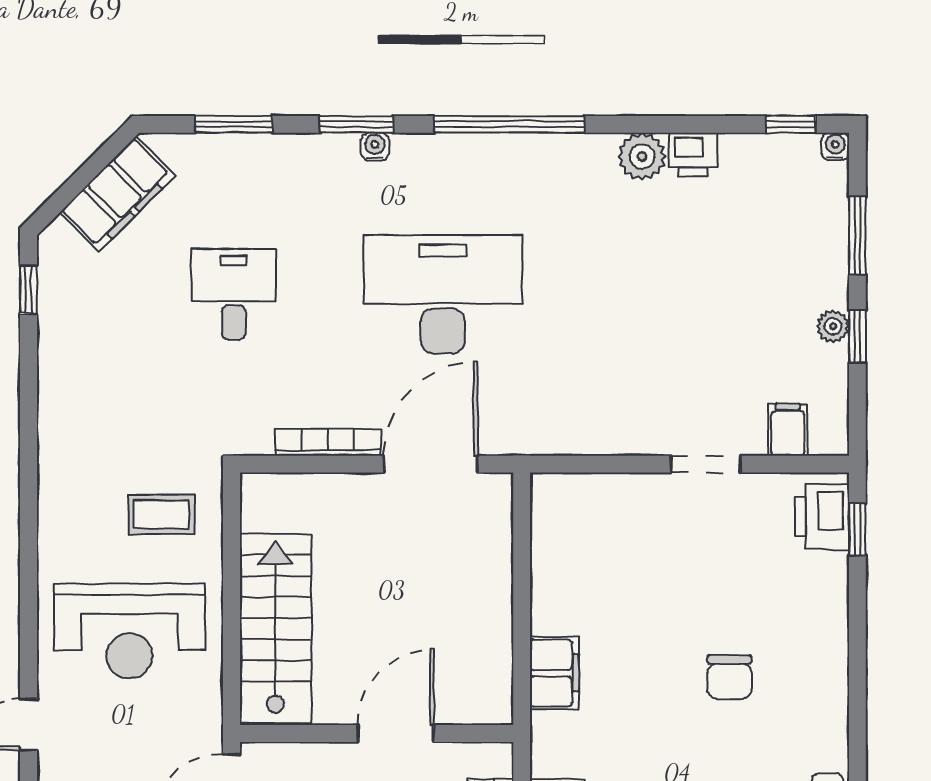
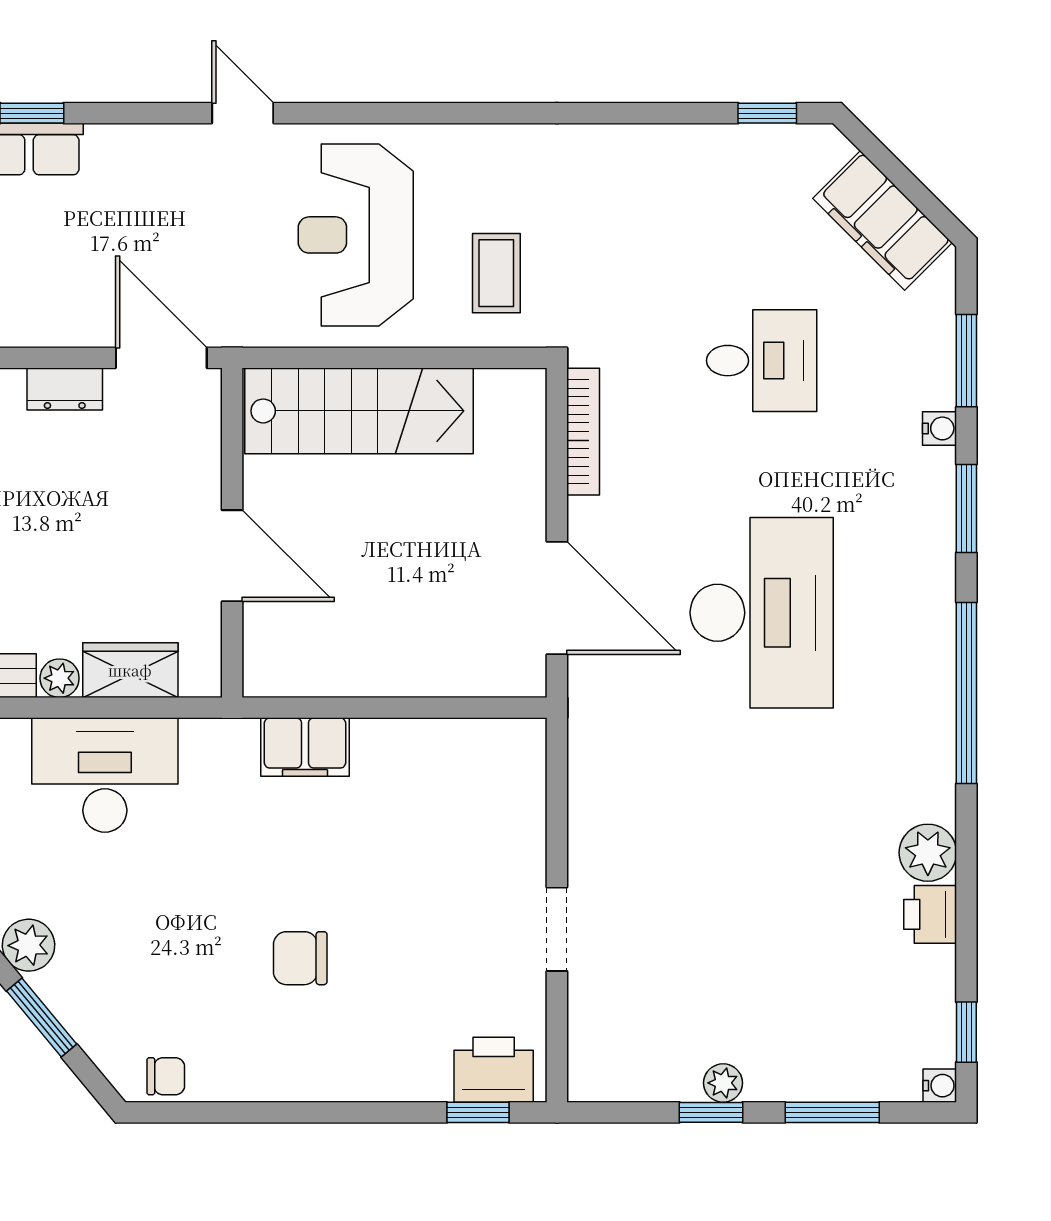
water cooler: (375, 147) -> (940, 428), moved
filing cabinet: (788, 430) -> (598, 1029), removed
bookcase: (328, 442) -> (583, 432), moved

